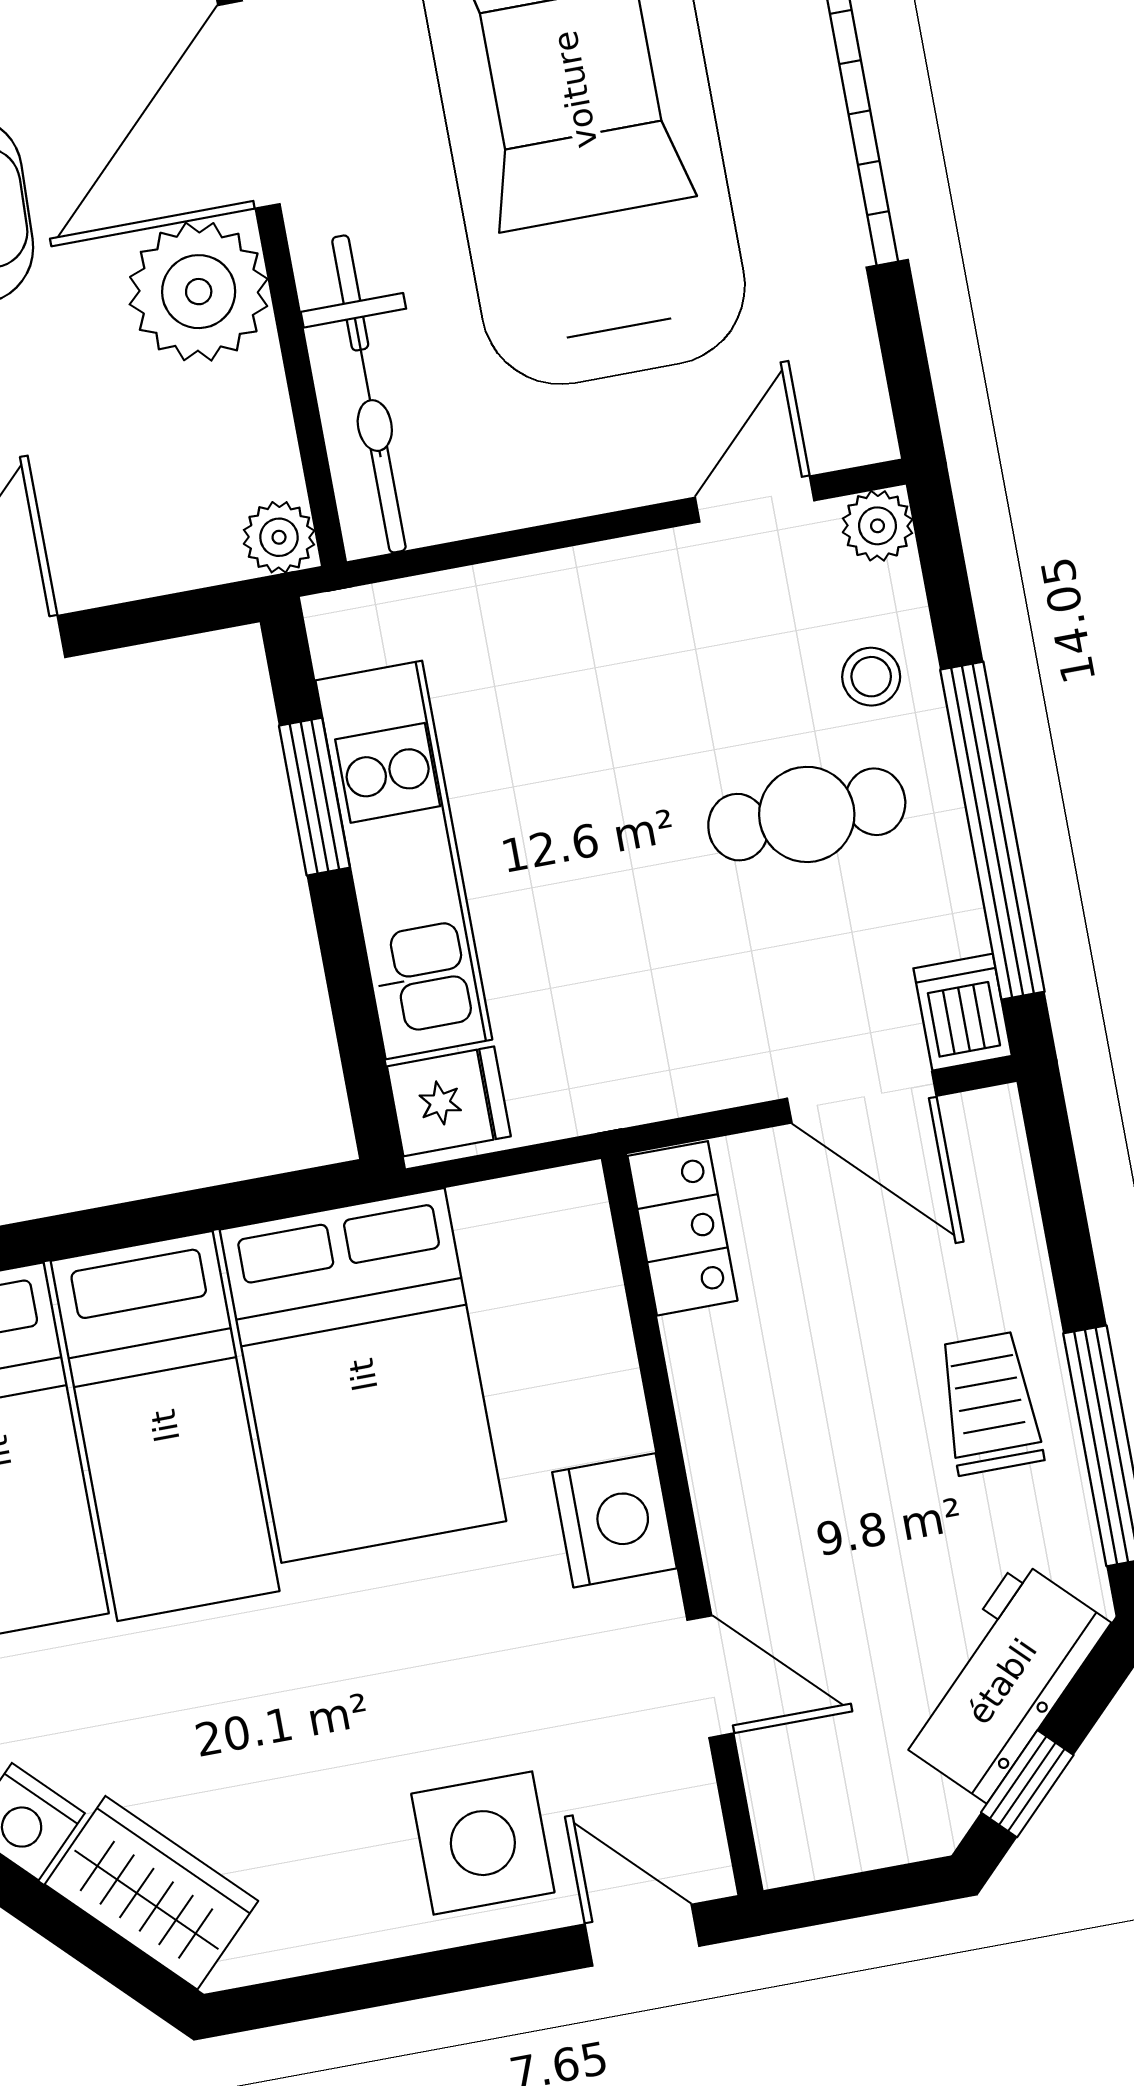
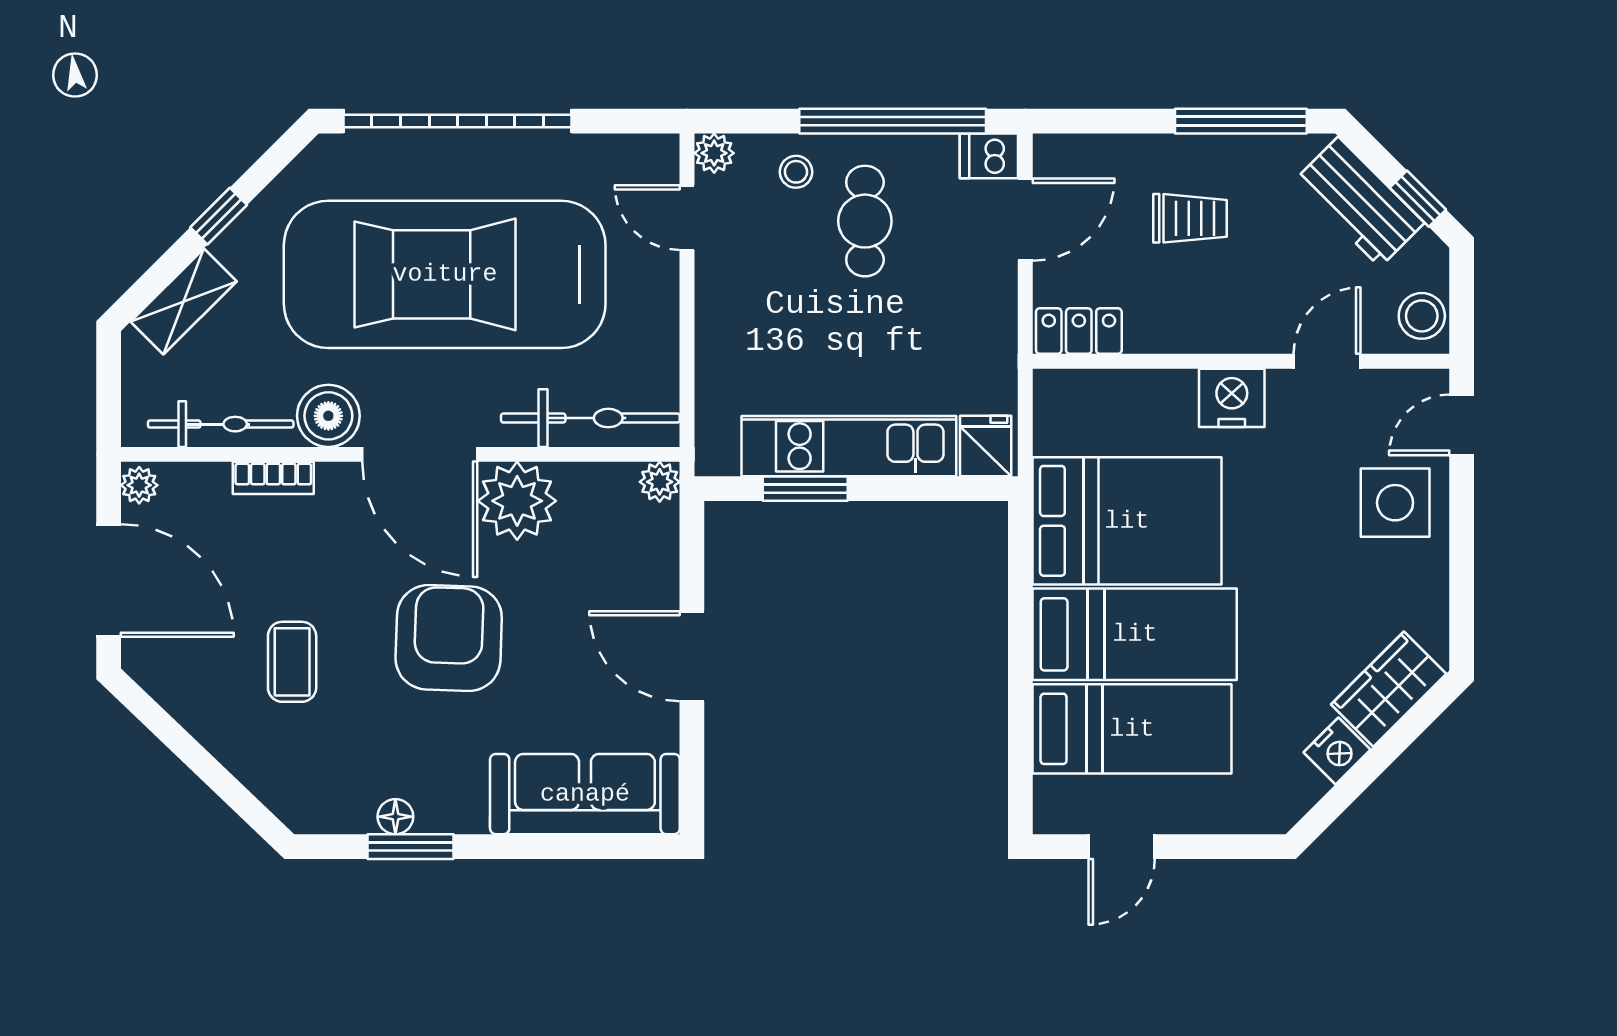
trolley: (990, 1403) -> (1190, 218), moved, turned 180
stool: (821, 1829) -> (1422, 316), added

